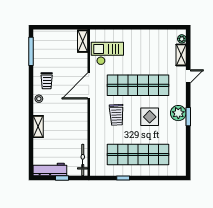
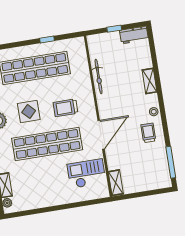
checkout: (107, 54) -> (87, 174), turned 180
trolley: (116, 115) -> (65, 108), turned -87
bicycle: (83, 160) -> (99, 77), moved
workbench: (50, 170) -> (134, 35), width x0.73

